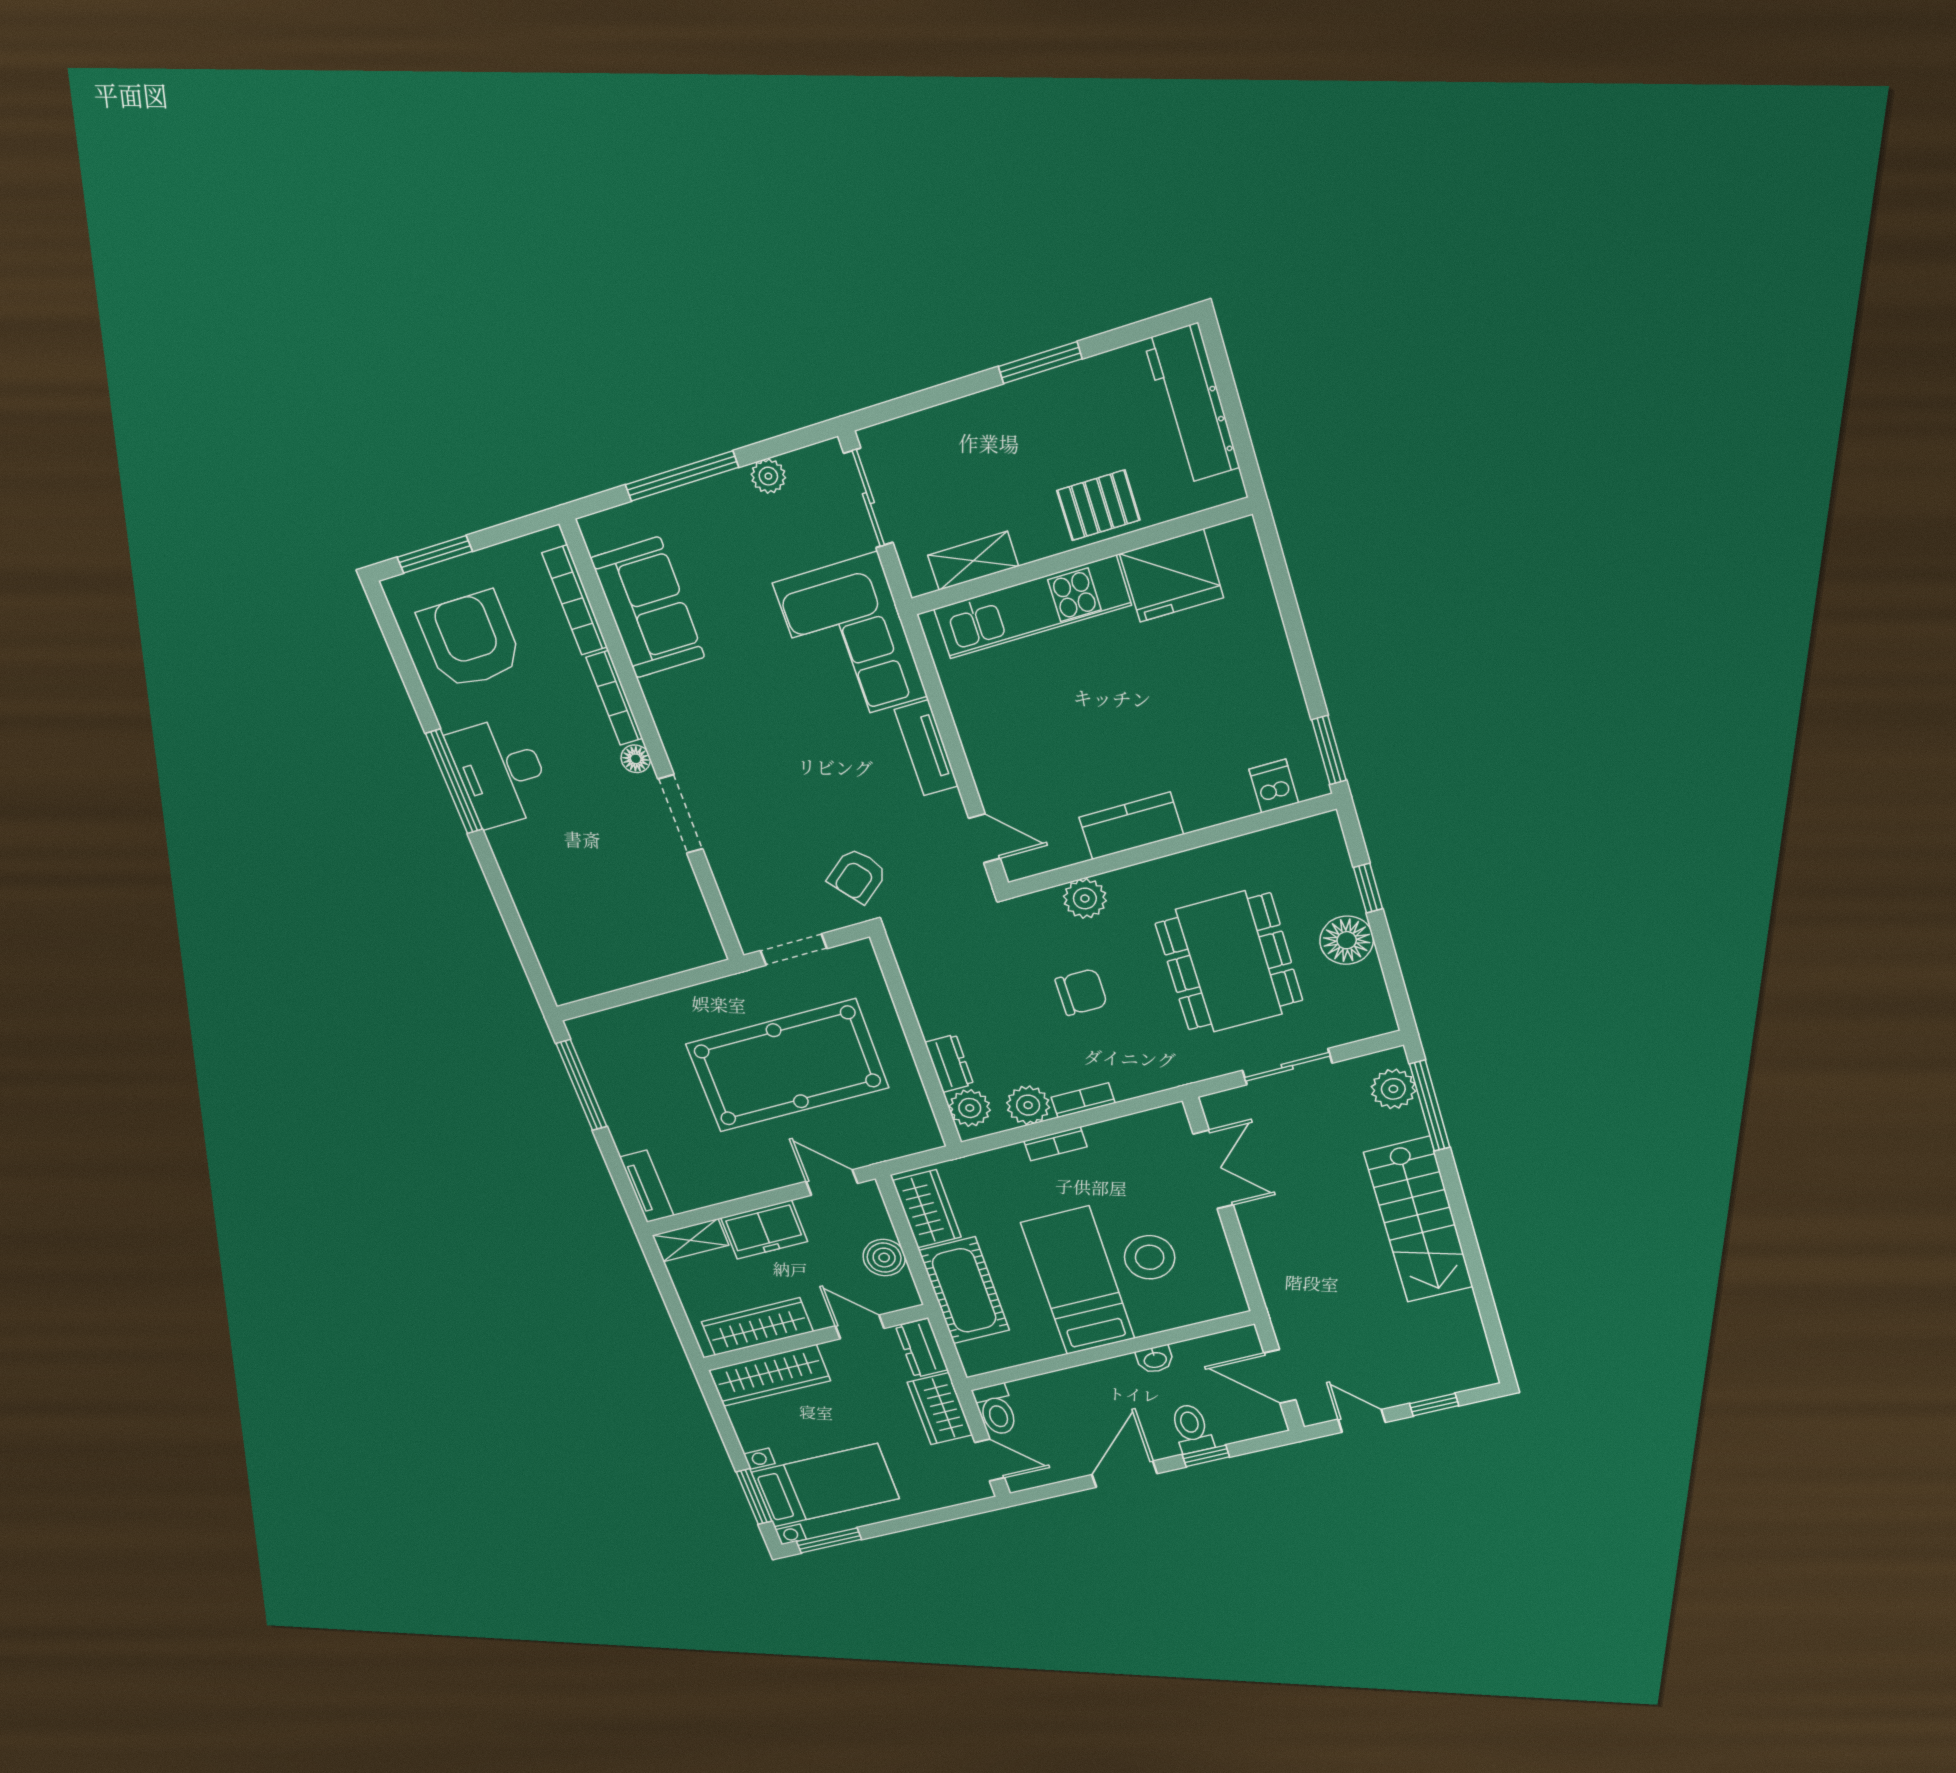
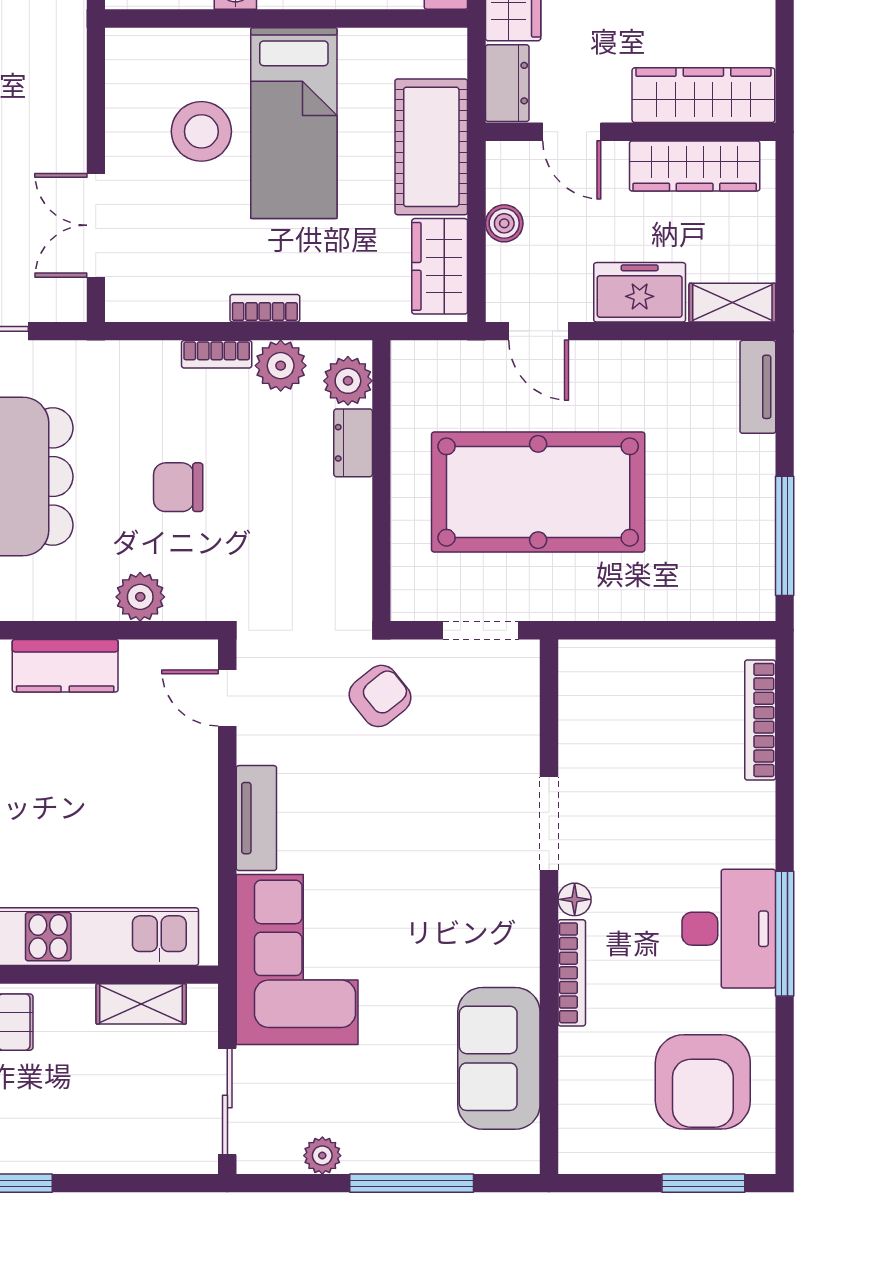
bookcase: (575, 600) -> (760, 720), moved, turned 180
boiler: (884, 1258) -> (504, 223), width x0.73, depth x0.73

